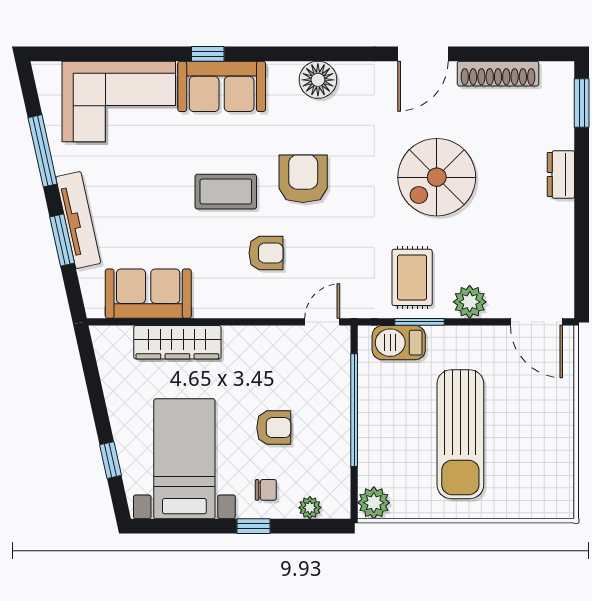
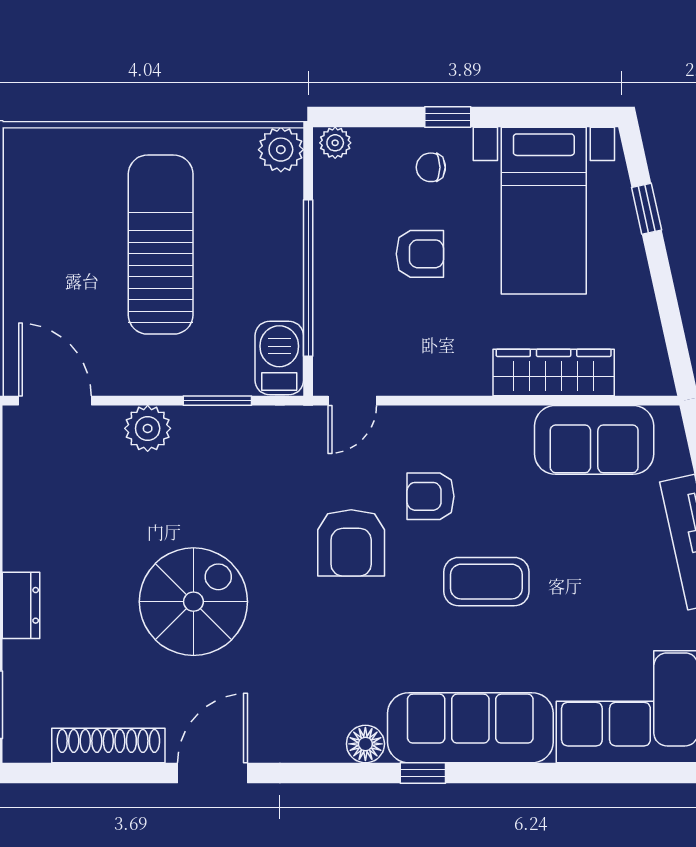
window: (208, 54) -> (423, 773), moved
floor lamp: (318, 80) -> (365, 744), width x0.73, depth x0.73
sofa: (222, 86) -> (470, 728), width x1.36
armchair: (303, 179) -> (351, 543), moved
rug: (412, 277) -> (228, 462), removed
barbecue: (399, 343) -> (279, 358), moved, turned -90
armchair: (274, 428) -> (420, 254), turned 180
plant: (310, 508) -> (335, 143), moved

